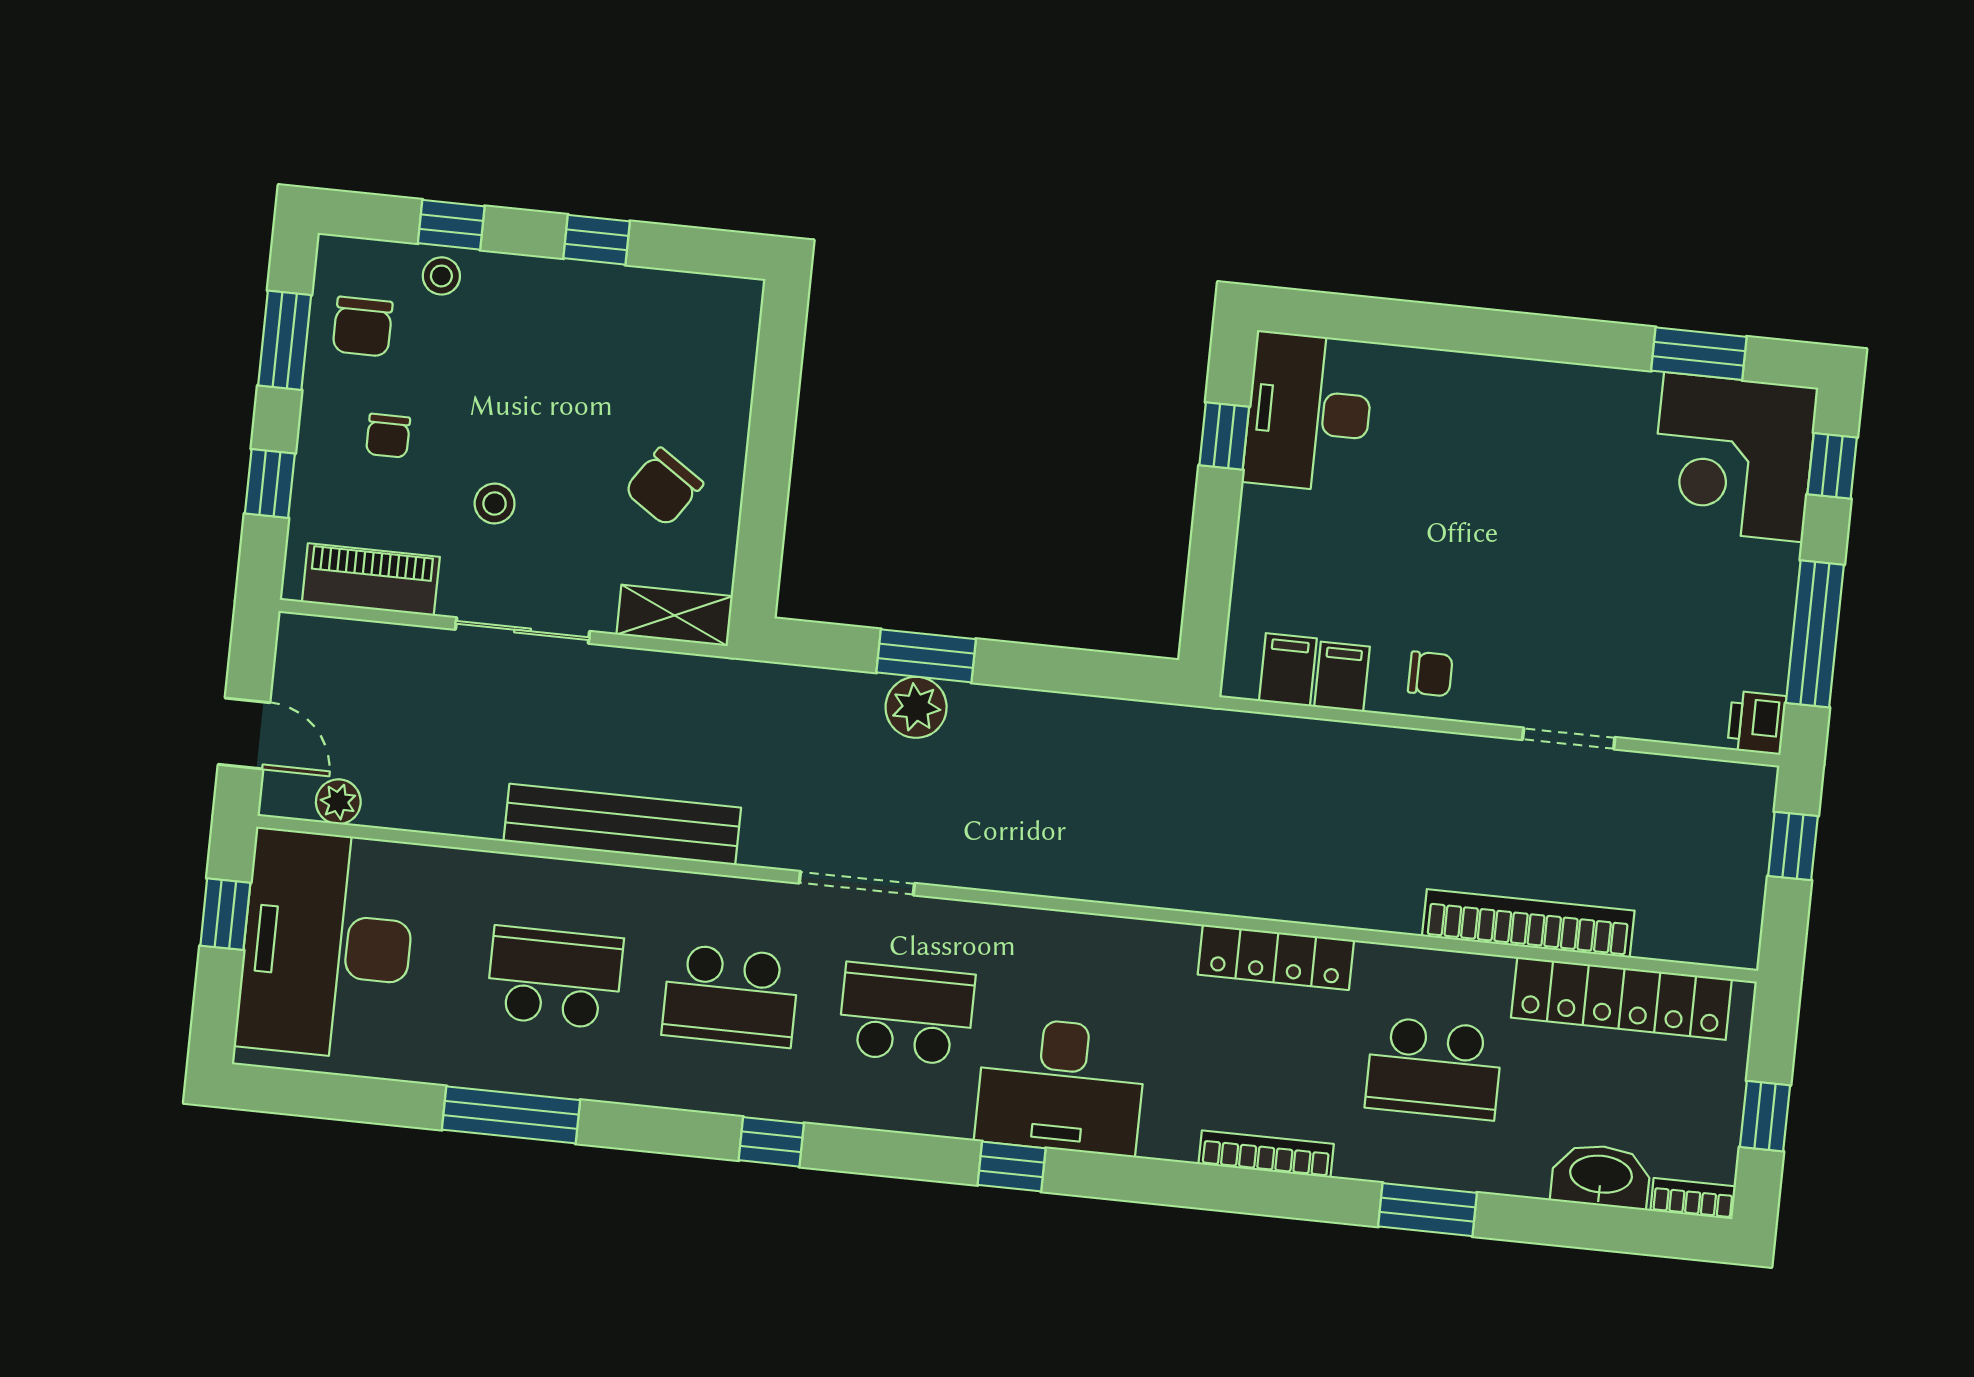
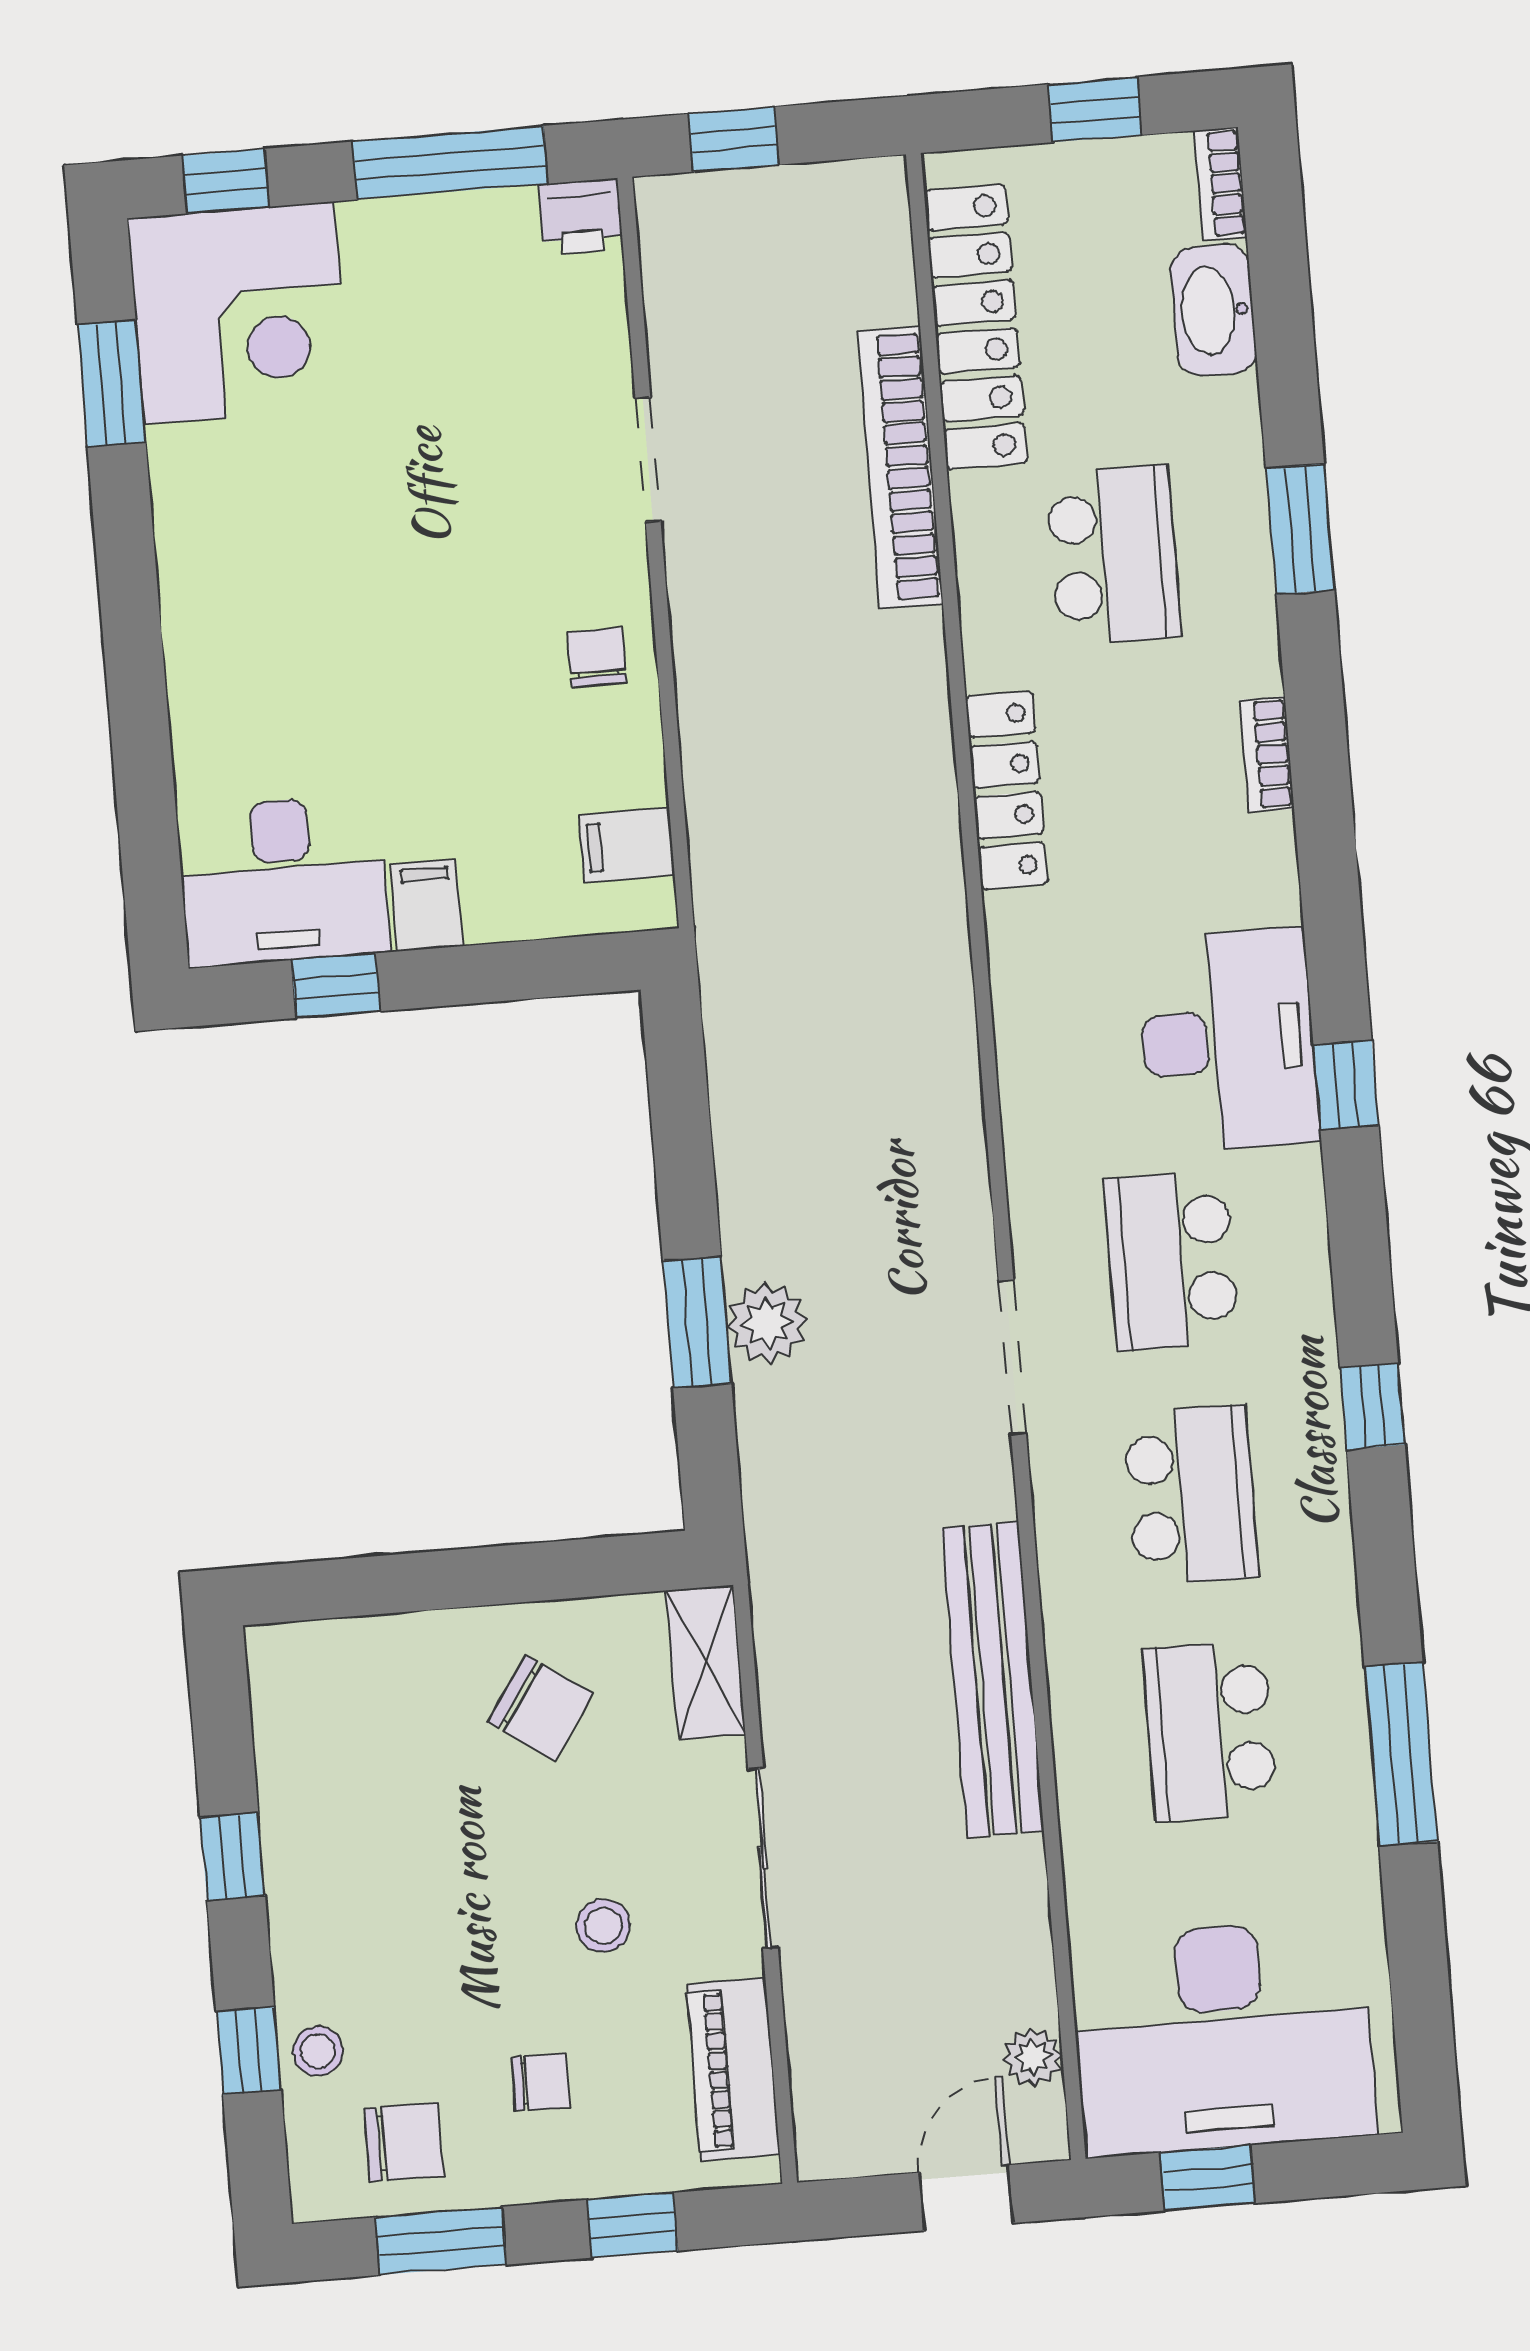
filing cabinet: (1342, 677) -> (427, 905), moved, turned 90
bookcase: (1266, 1154) -> (1267, 754), width x0.64

